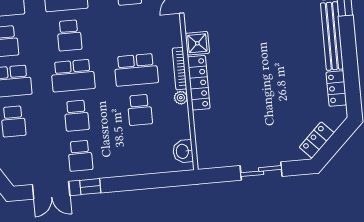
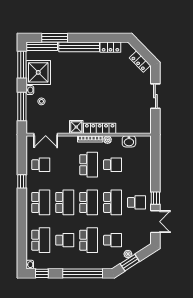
school desk: (69, 35) -> (65, 202), width x1.85
school desk: (77, 116) -> (113, 202), width x1.85
washbasin: (183, 151) -> (129, 141), moved

